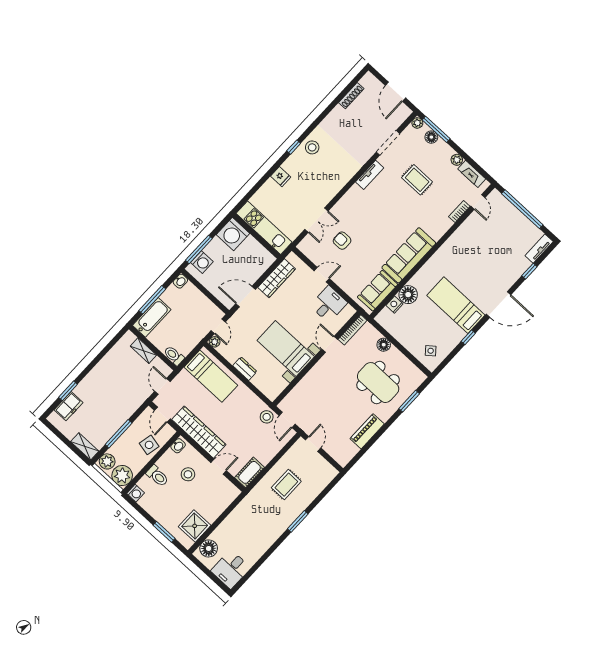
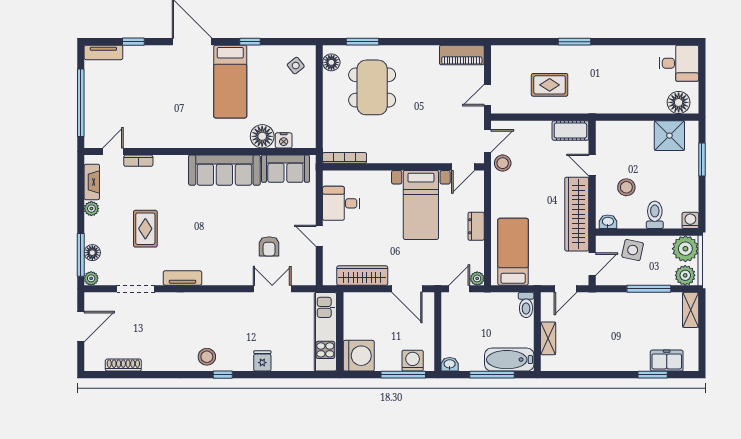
door: (330, 344) -> (463, 167), moved
floor lamp: (384, 345) -> (331, 62), moved
piano: (367, 431) -> (462, 55), moved

